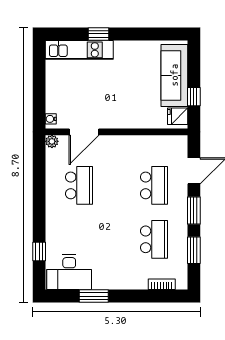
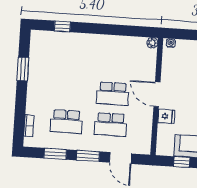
fridge: (178, 116) -> (166, 116), moved, turned 90
door: (84, 132) -> (157, 94), moved
school desk: (79, 185) -> (113, 94), moved
desk: (69, 272) -> (44, 50), removed

